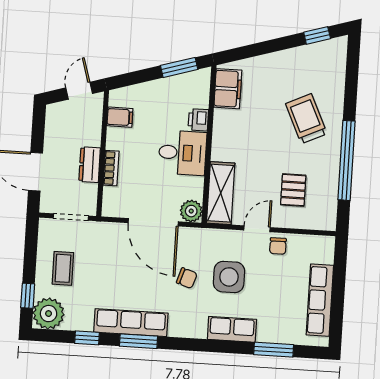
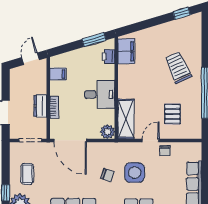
printer: (198, 120) -> (108, 56), moved
door: (153, 222) -> (70, 140), moved

